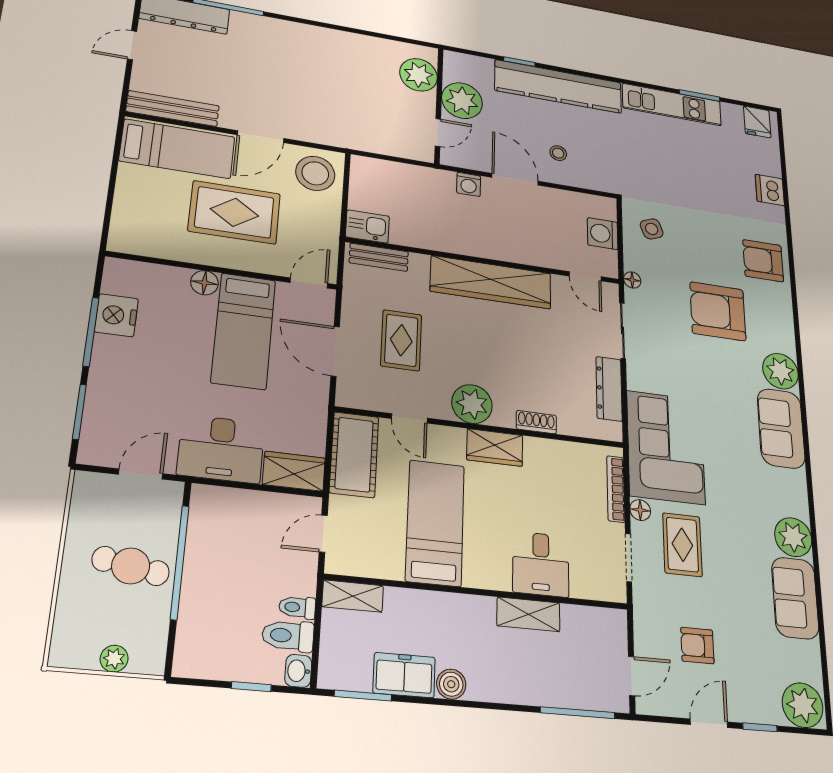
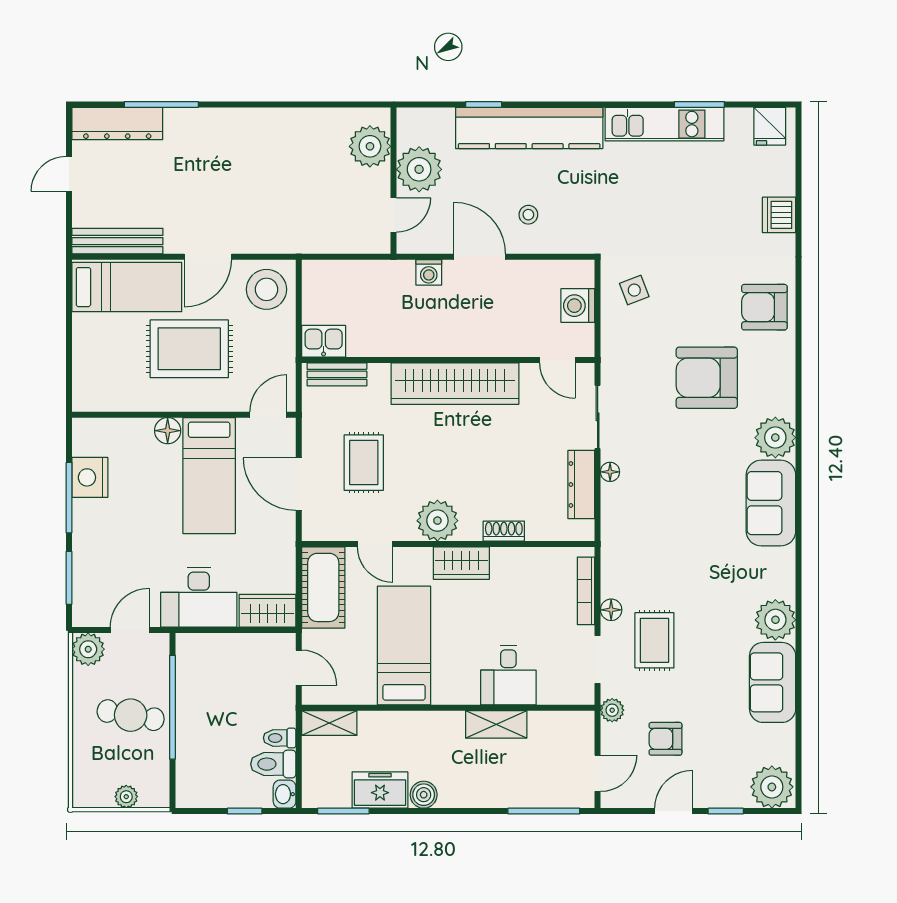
floor lamp: (632, 280) -> (610, 472), moved
corner sofa: (666, 447) -> (641, 540), removed
plant: (91, 489) -> (88, 649), added
door: (323, 534) -> (299, 668), swing flipped
plant: (644, 611) -> (612, 710), added

